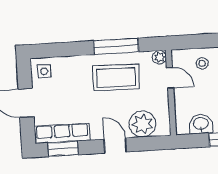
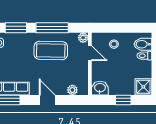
window: (66, 49) -> (16, 28), added
plant: (142, 124) -> (72, 90), width x0.53, depth x0.53
washbasin: (201, 124) -> (100, 88), moved

